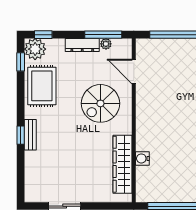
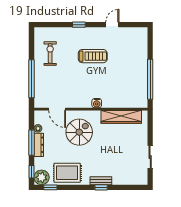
window: (103, 35) -> (32, 143), moved
door: (134, 71) -> (57, 109), hinge flipped
spiral stairs: (100, 103) -> (79, 132), turned -90
water cooler: (142, 158) -> (97, 103), moved

